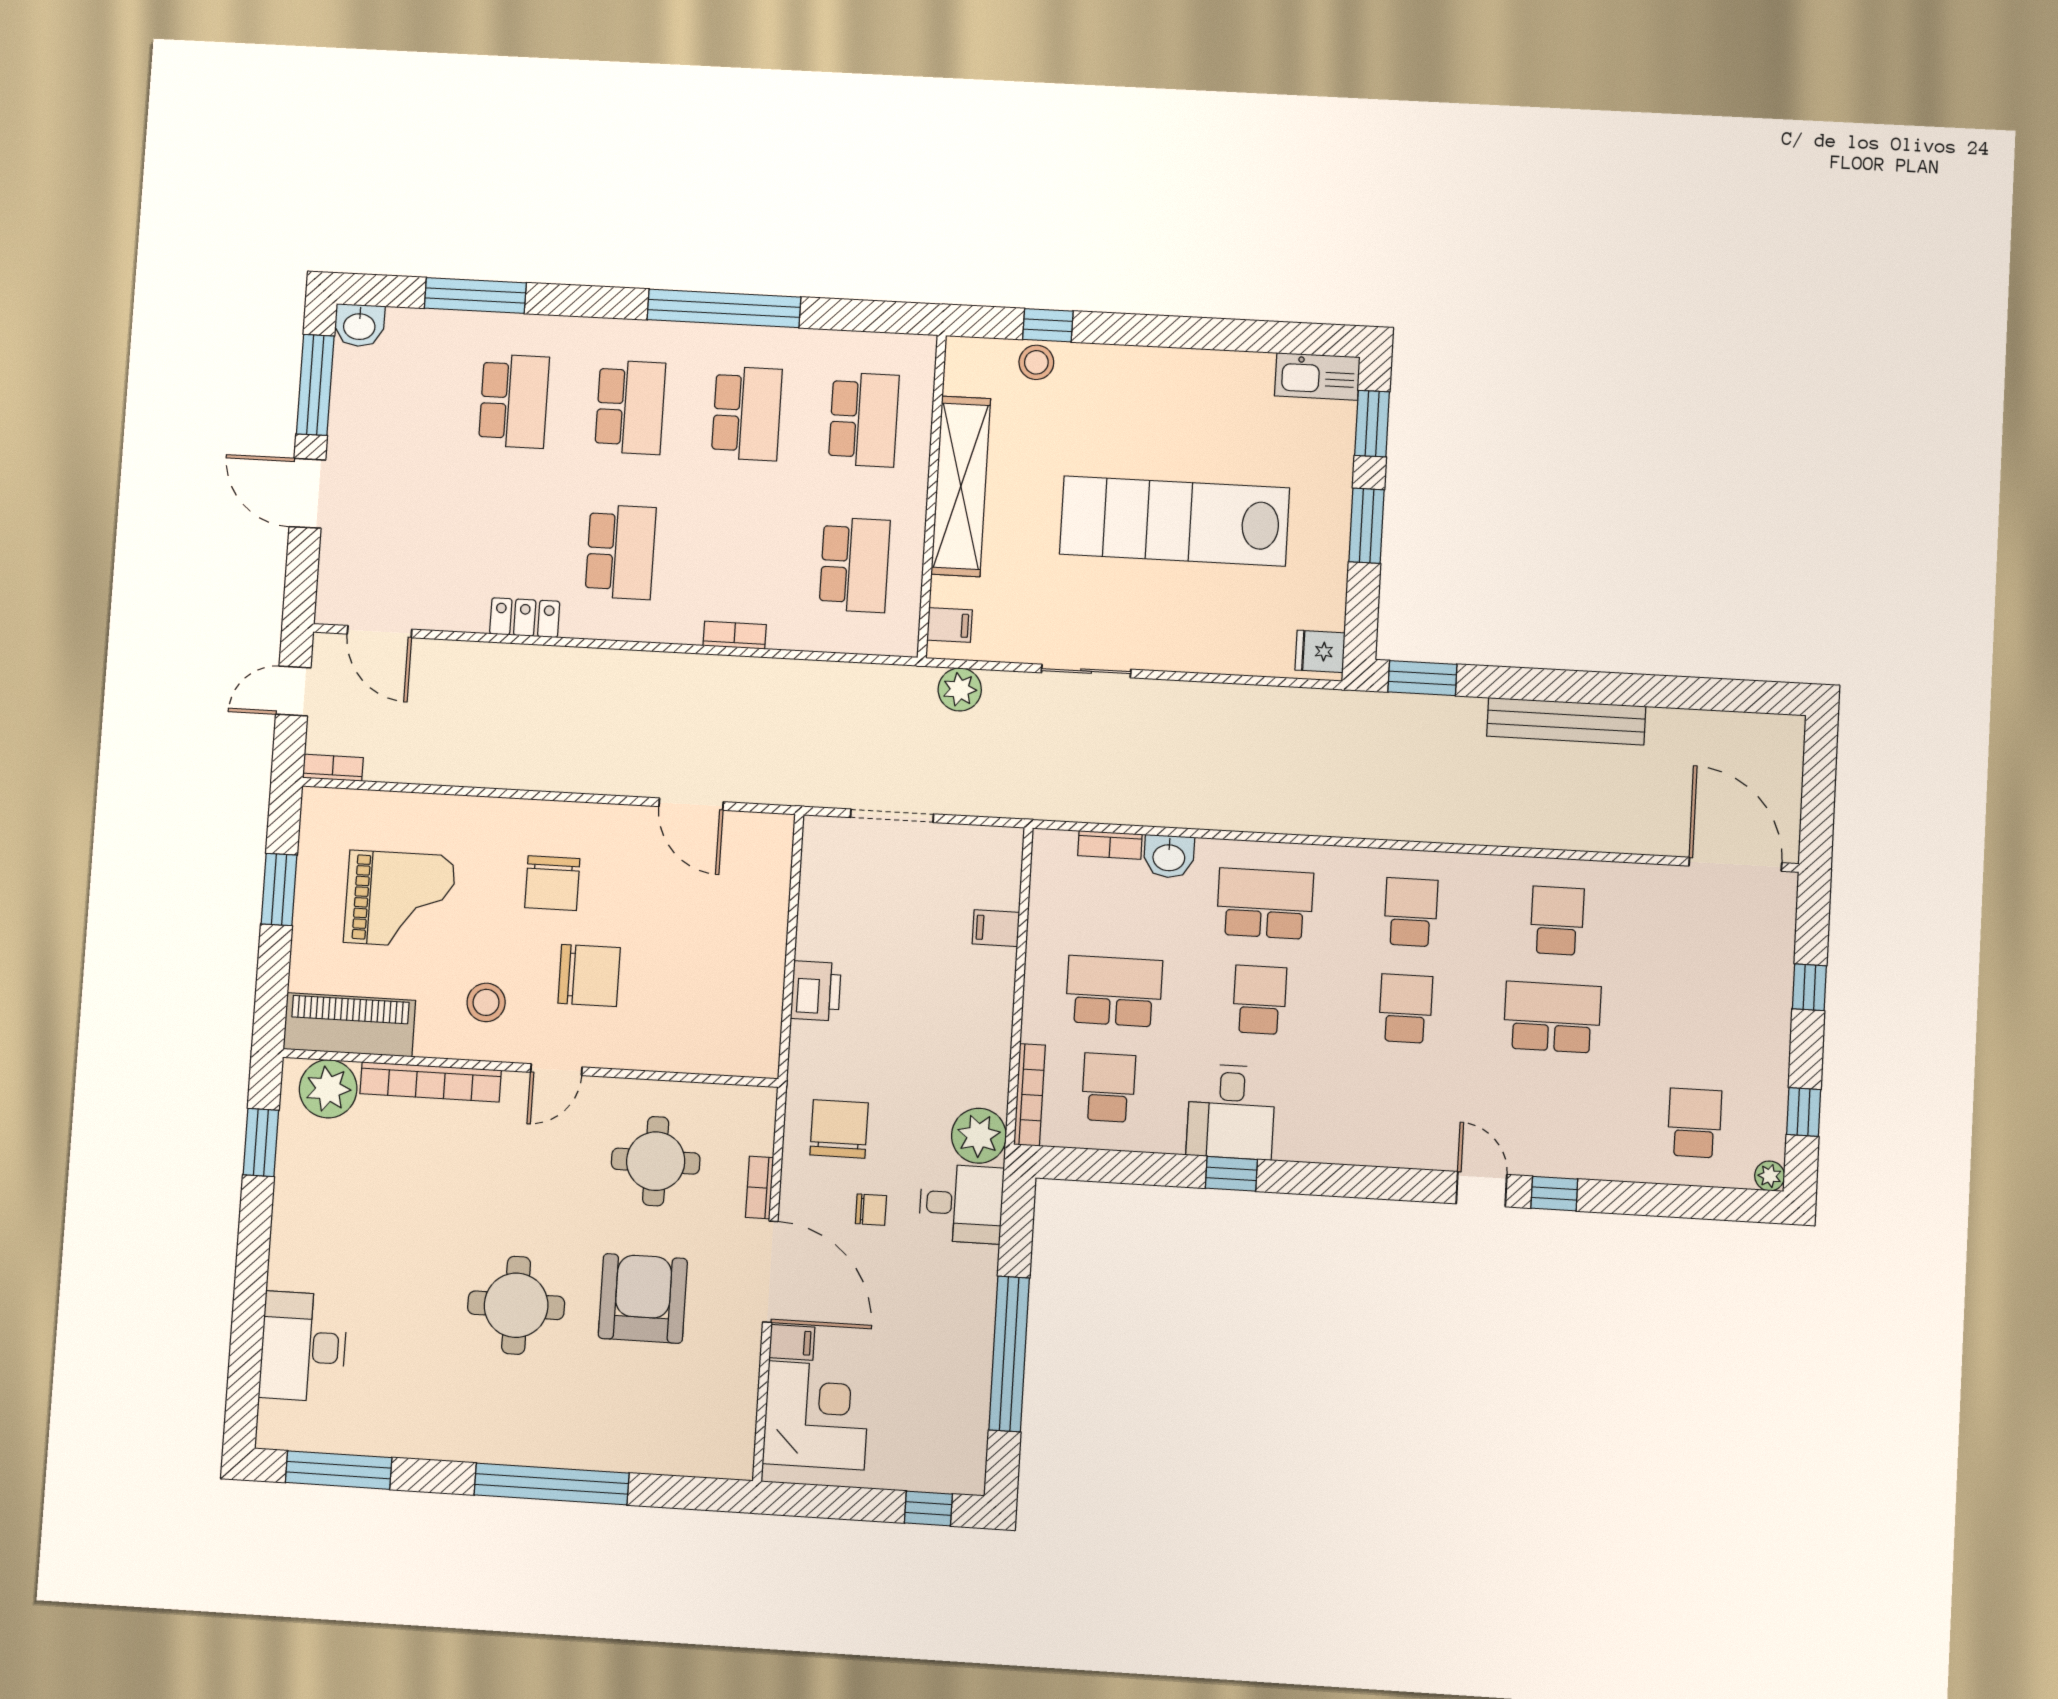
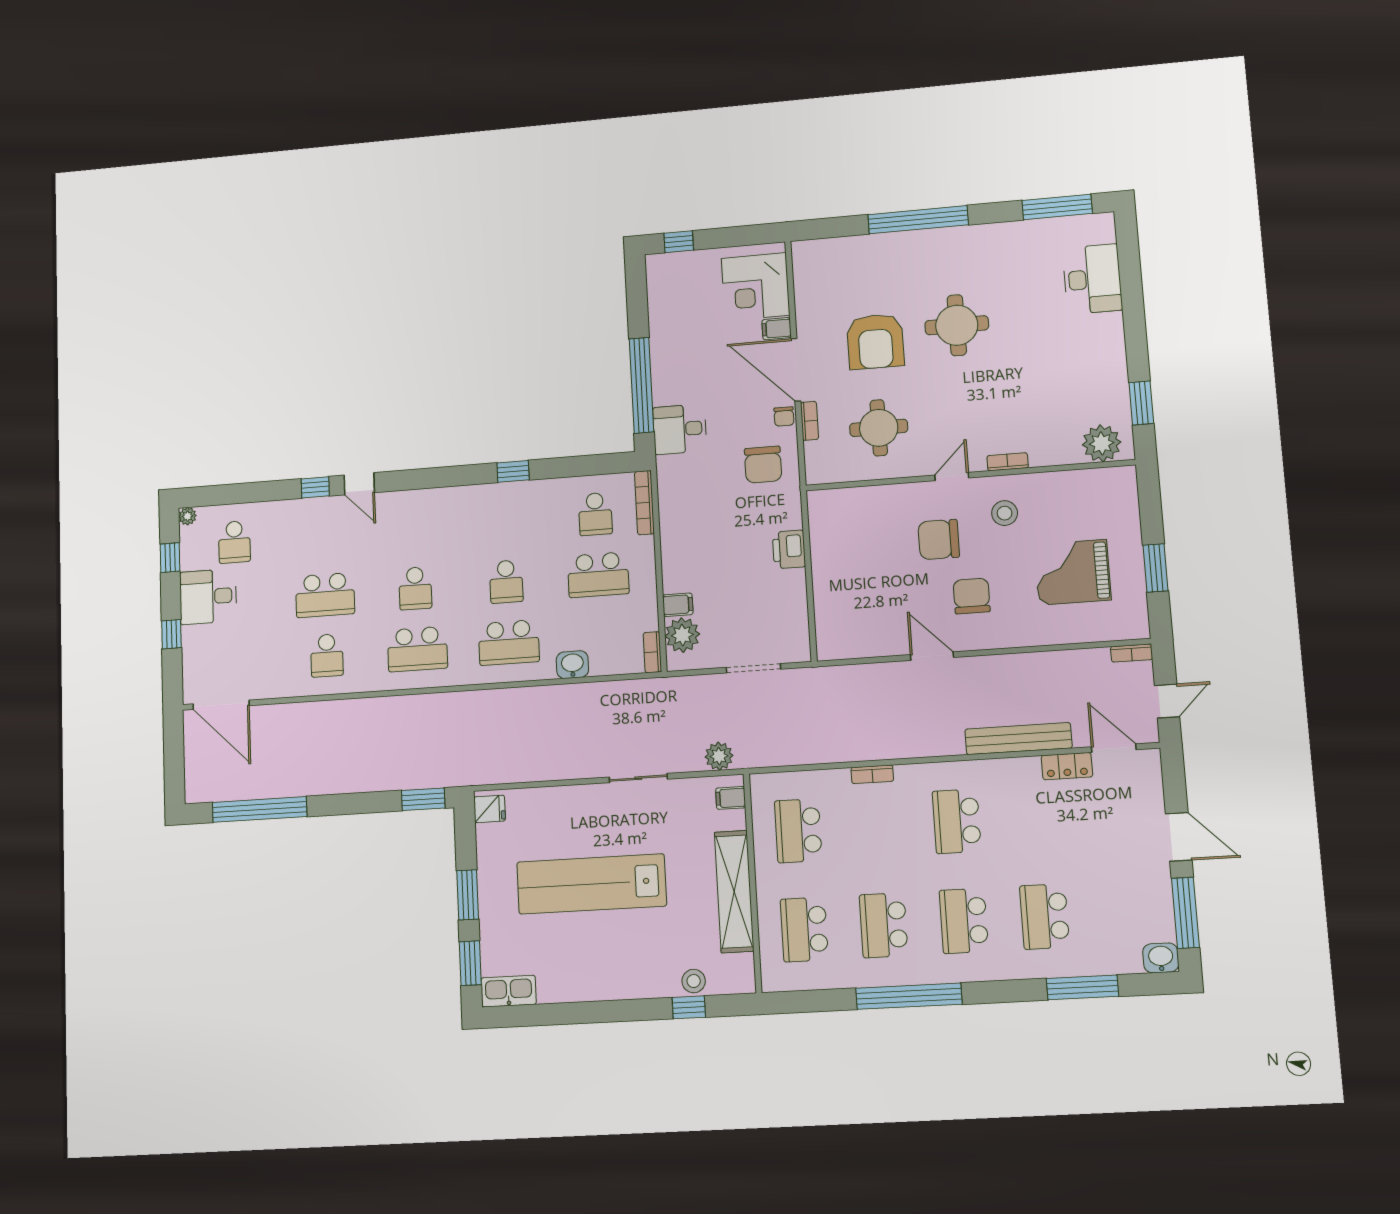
lab bench: (1174, 521) -> (591, 884), turned 180
locker: (525, 618) -> (1067, 766), moved
window: (1685, 693) -> (260, 809), added
bench: (1566, 721) -> (1018, 739), moved
door: (691, 804) -> (932, 656), moved
bookcase: (1110, 845) -> (652, 652), moved, turned -90
school desk: (1411, 912) -> (417, 649), width x1.85
piano: (349, 1025) -> (1094, 486), removed
bookcase: (430, 1082) -> (1008, 462), width x0.43, depth x0.76
desk: (1231, 1112) -> (208, 597), moved, turned -90
plant: (979, 1136) -> (682, 635), moved
chair: (871, 1210) -> (784, 416), moved, turned -90
window: (1009, 1354) -> (642, 385), moved

